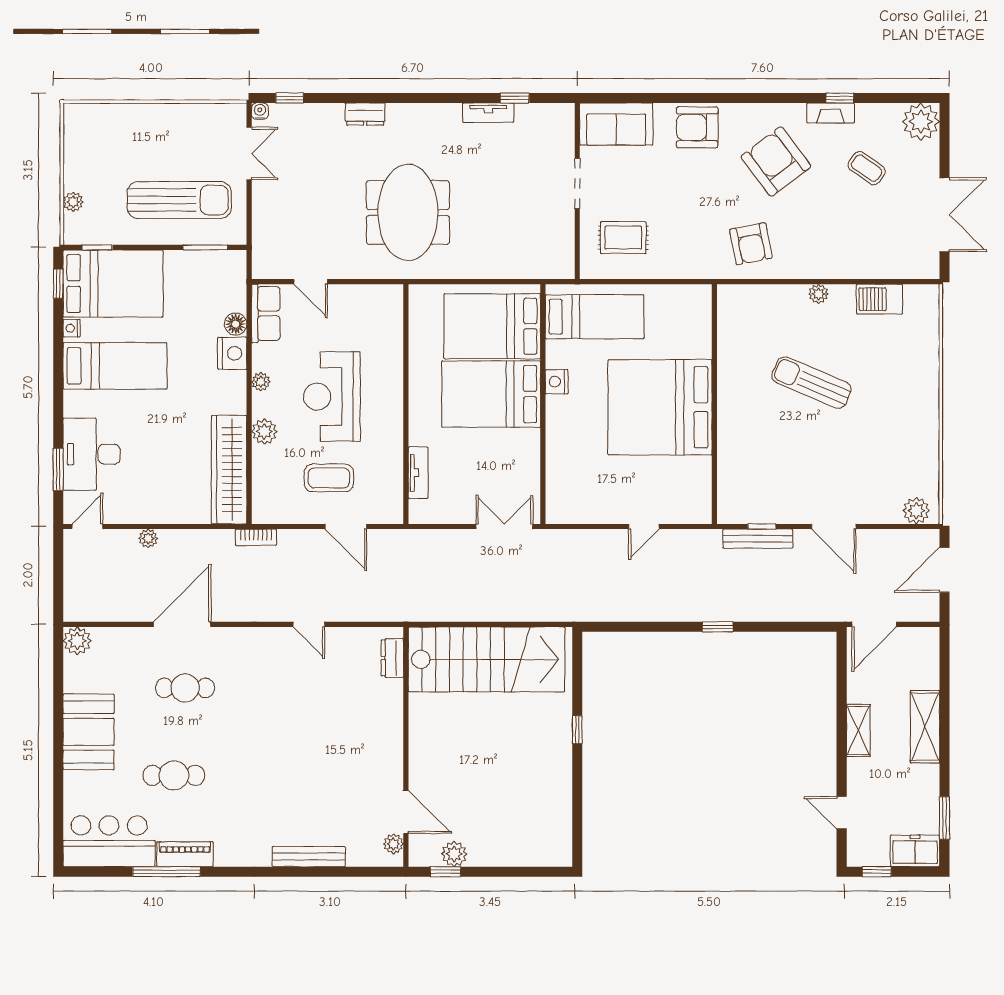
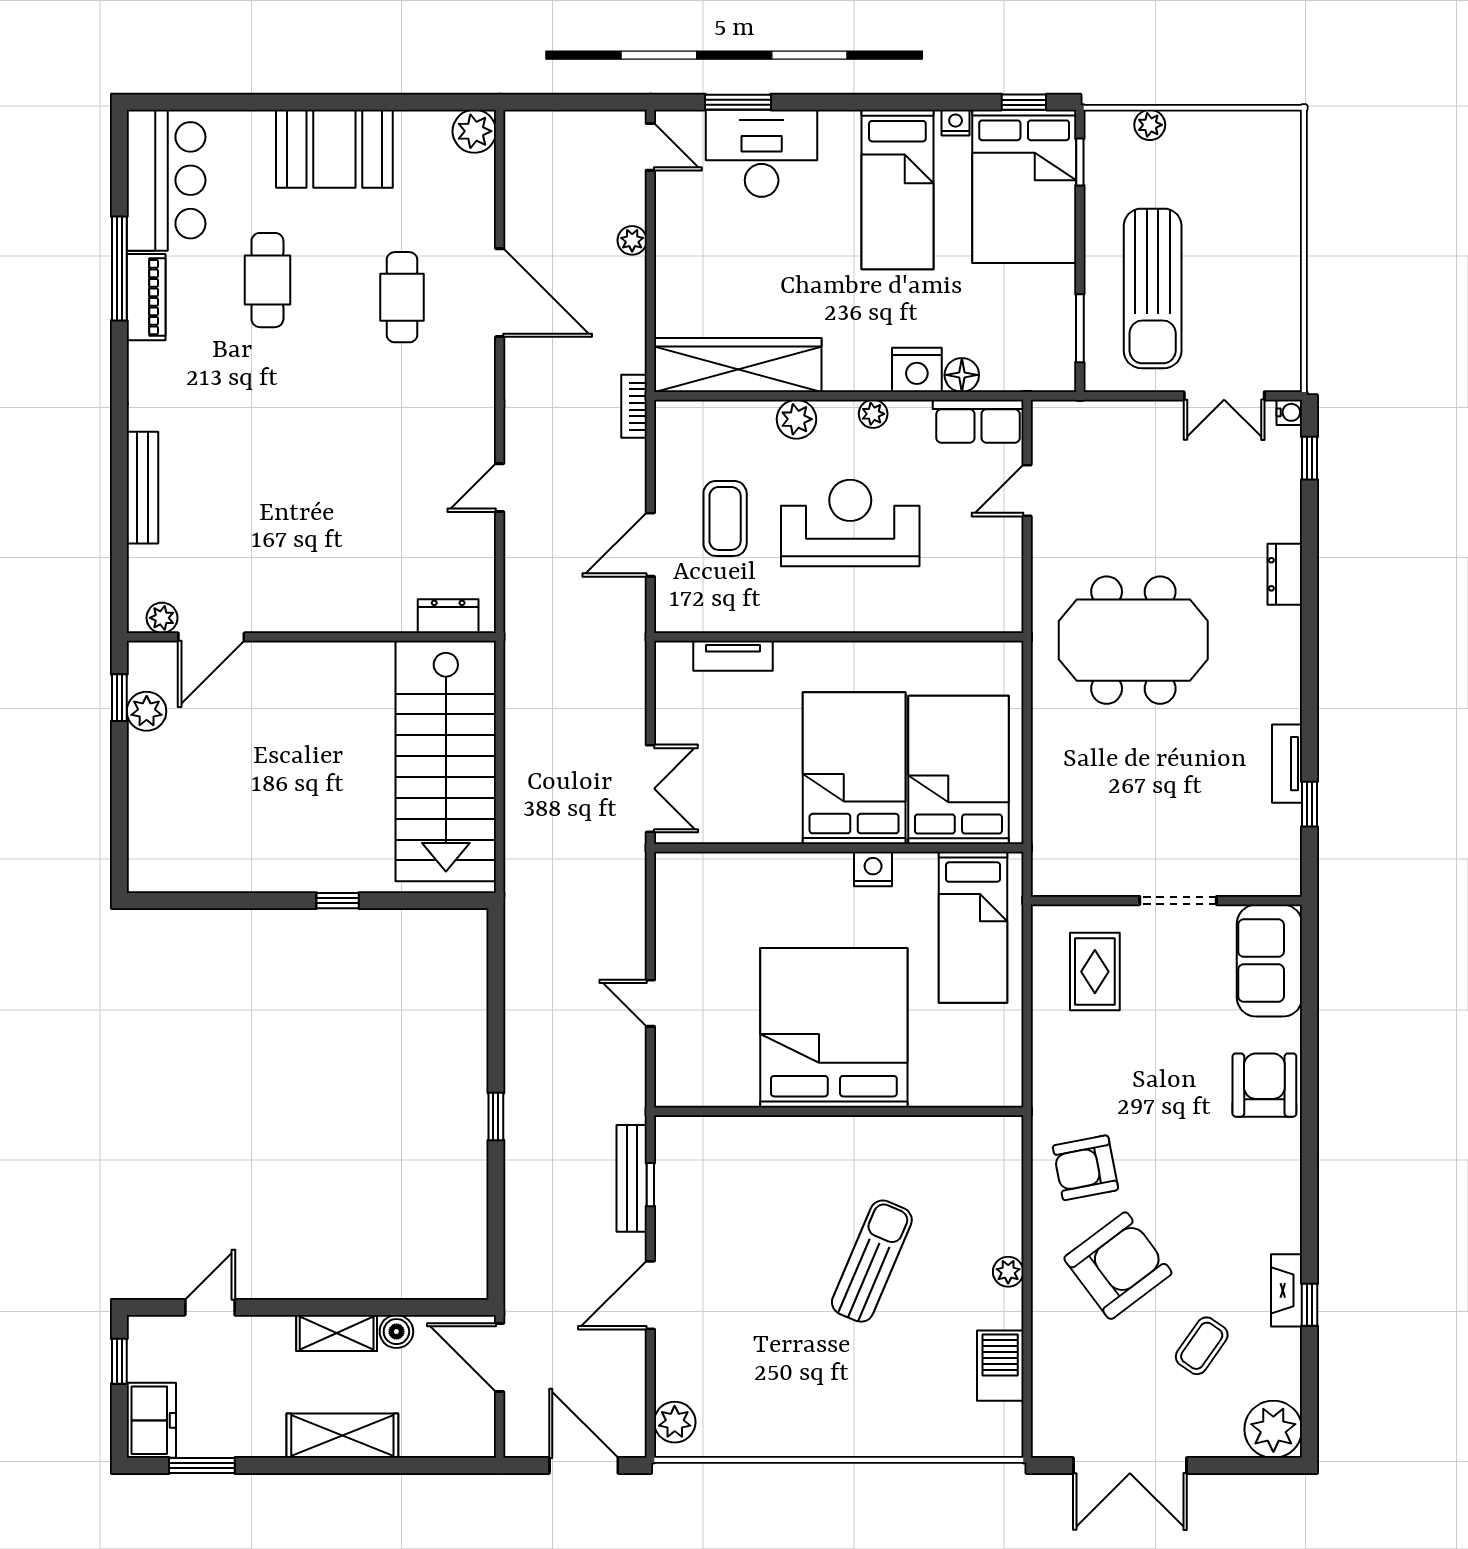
armchair: (776, 161) -> (1118, 1266), moved
boiler: (857, 692) -> (396, 1332), added

